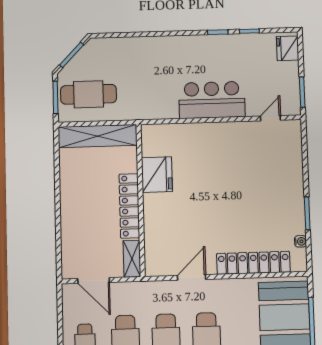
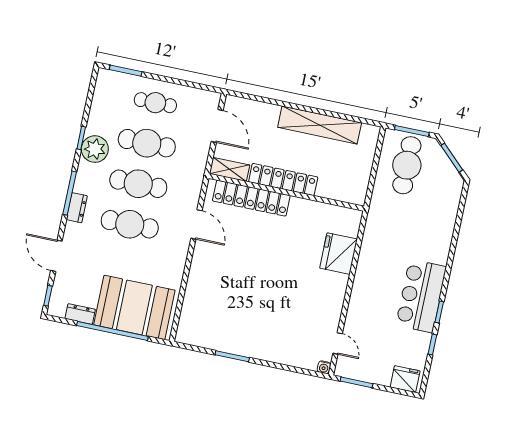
bar counter: (212, 100) -> (421, 296), moved, turned 180
shelving: (97, 136) -> (320, 125), moved, turned 90
fridge: (157, 175) -> (339, 254), moved, turned 90
water cooler: (300, 241) -> (324, 367), moved
locker: (253, 263) -> (251, 198), moved, turned 90
door: (94, 281) -> (217, 126), swing flipped

